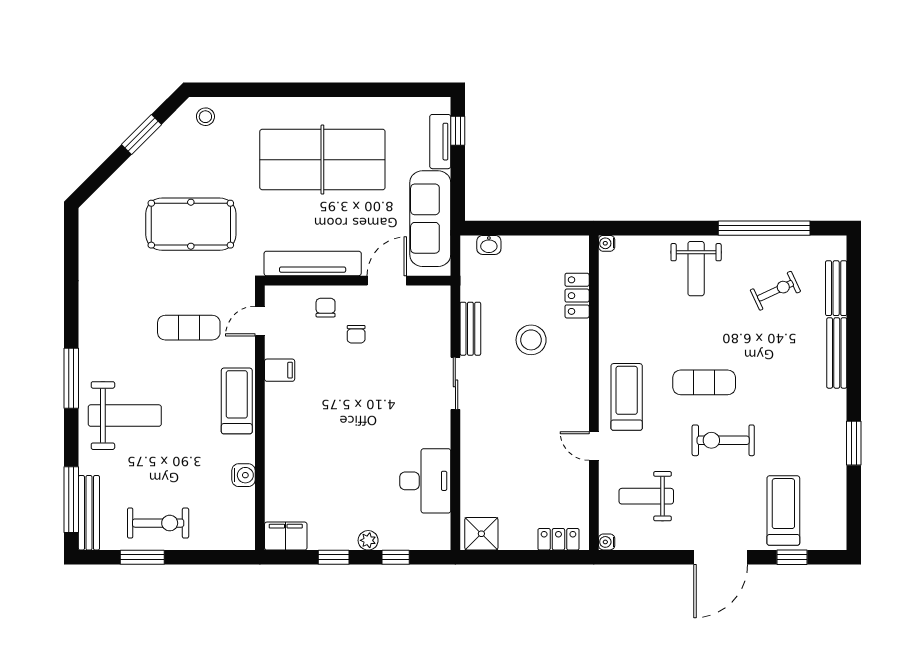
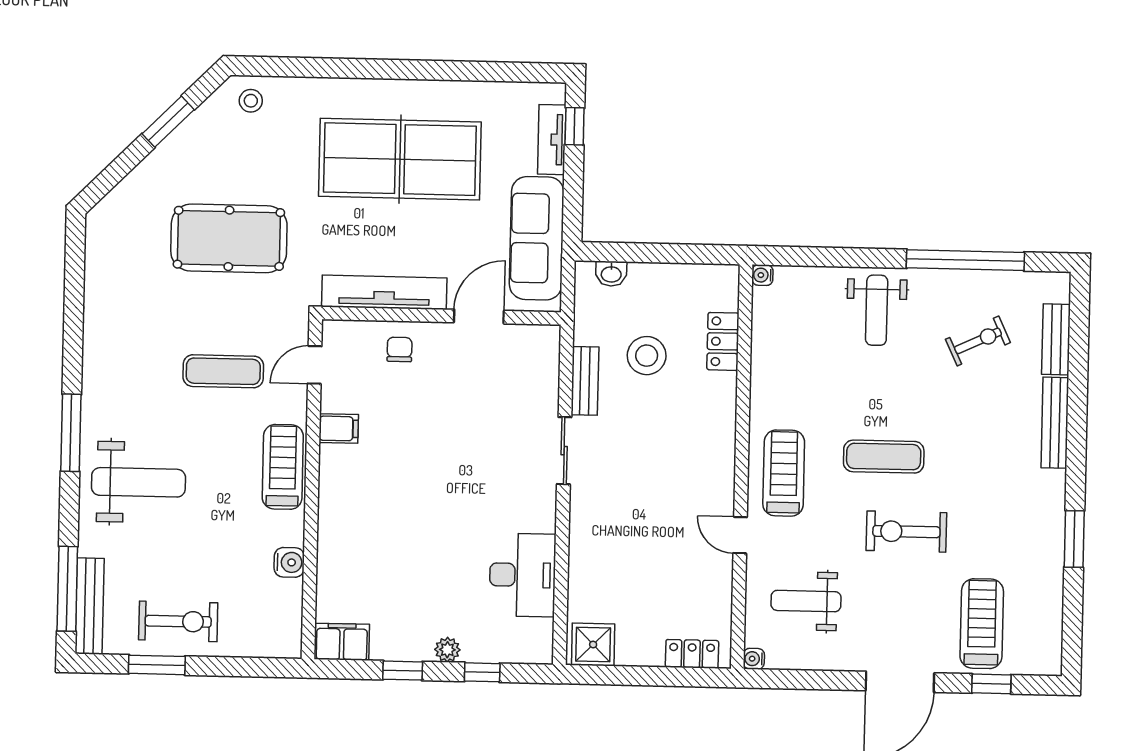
chair: (356, 334) -> (438, 385), removed
stool: (531, 340) -> (647, 356), moved

